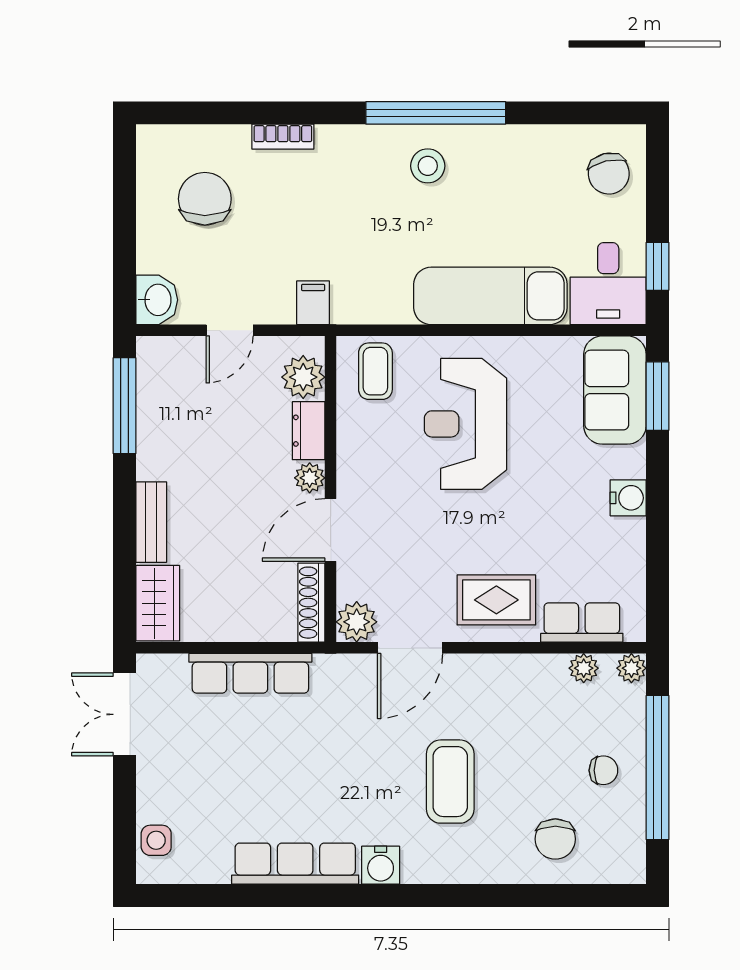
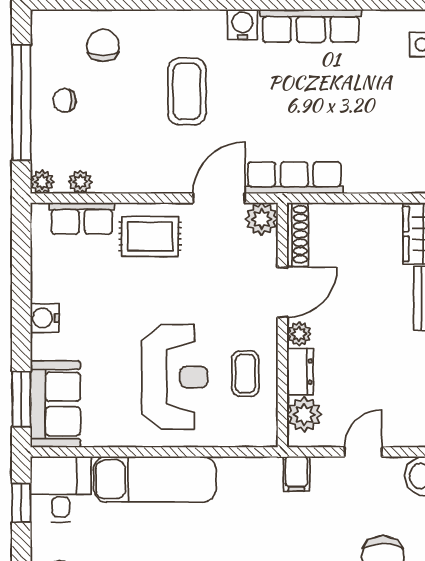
coffee table: (375, 371) -> (245, 374), moved
row of seats: (250, 673) -> (294, 178), moved

